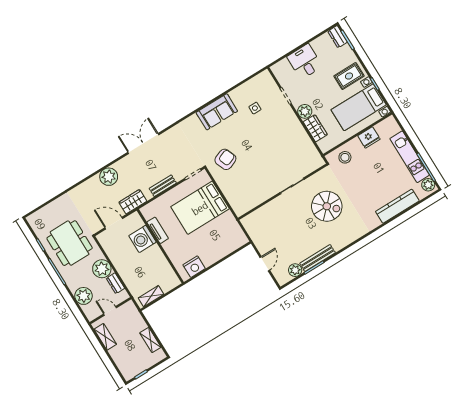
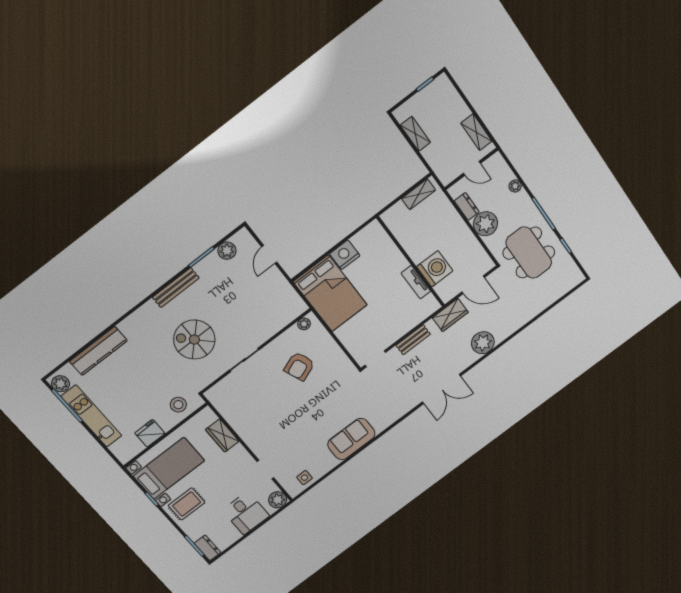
side table: (255, 108) -> (305, 478), moved
plant: (305, 111) -> (278, 500), moved
armchair: (225, 159) -> (299, 366), moved
bed: (200, 208) -> (330, 293), moved, turned 90
plant: (245, 208) -> (304, 324), added
bench: (318, 258) -> (176, 288), moved
nightstand: (194, 267) -> (345, 255), moved
plant: (84, 296) -> (515, 186), width x0.53, depth x0.53

